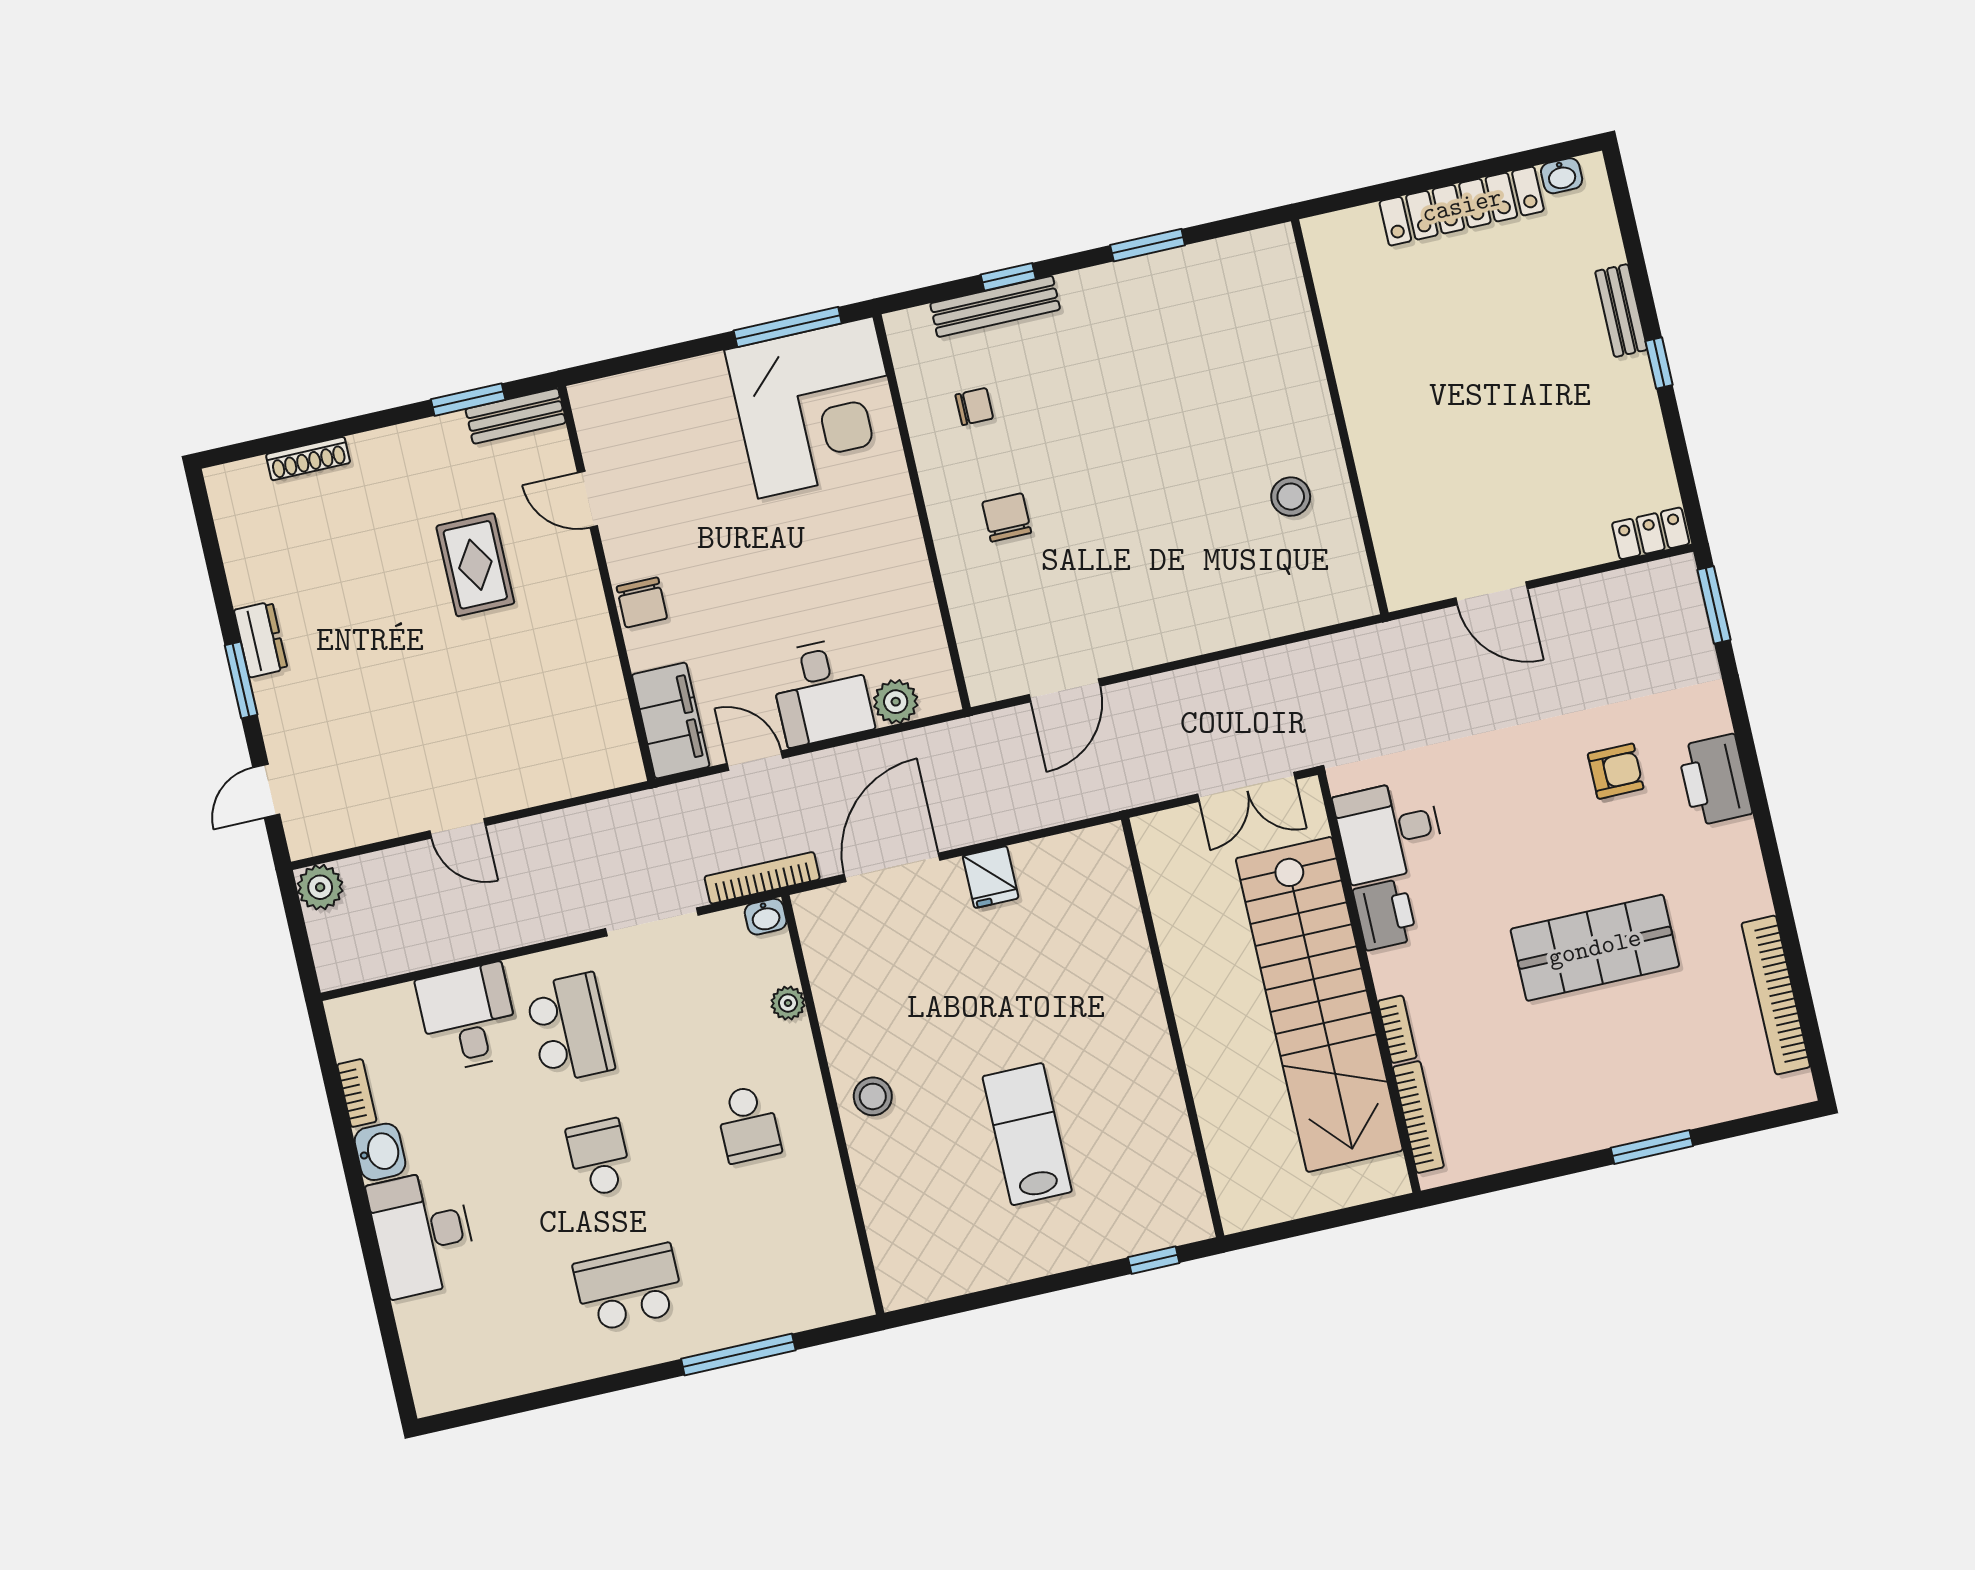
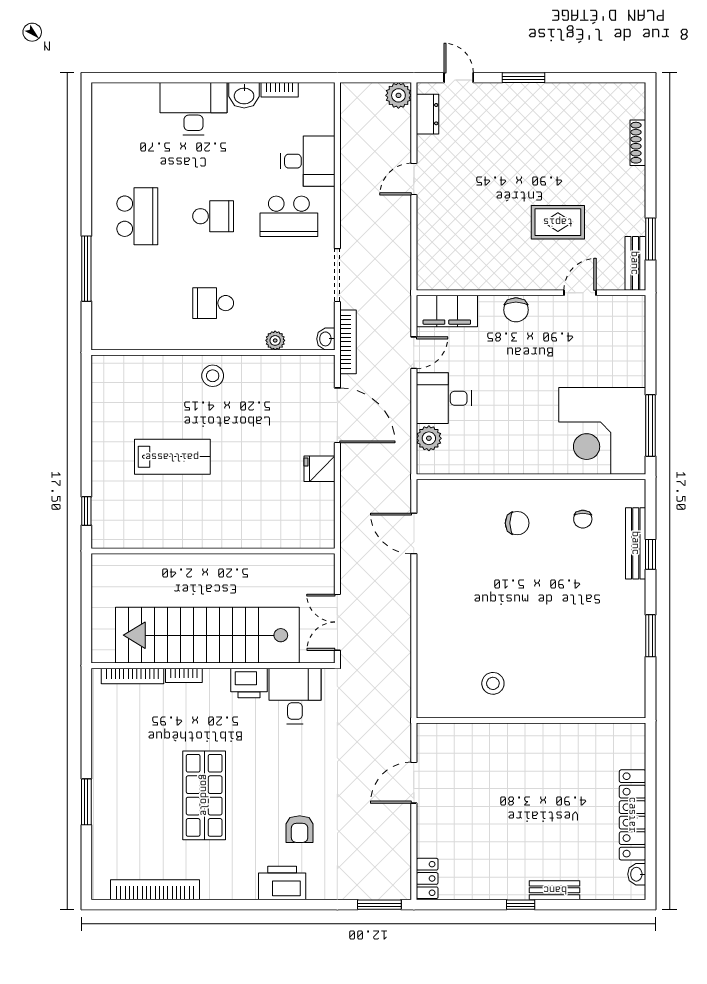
chair: (642, 602) -> (516, 310), turned -90
dresser: (261, 639) -> (427, 114), moved, turned -90

